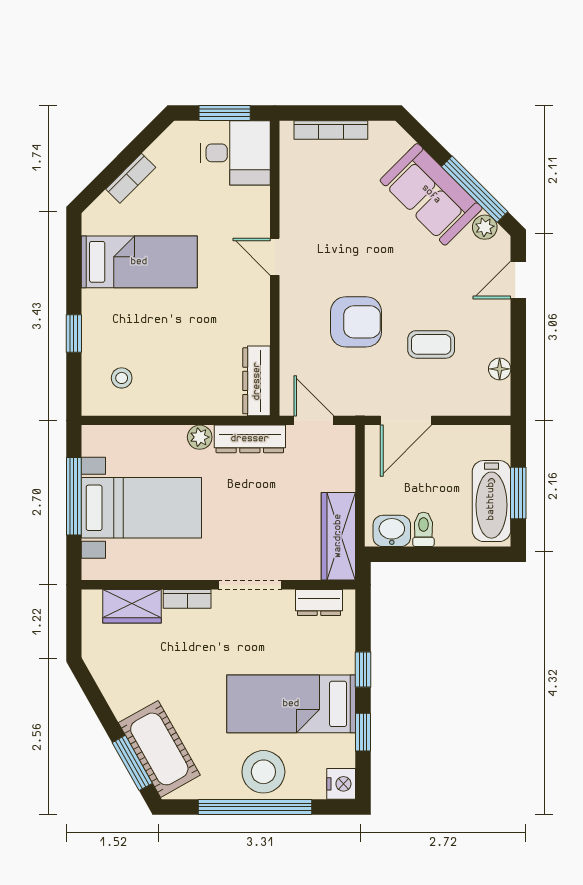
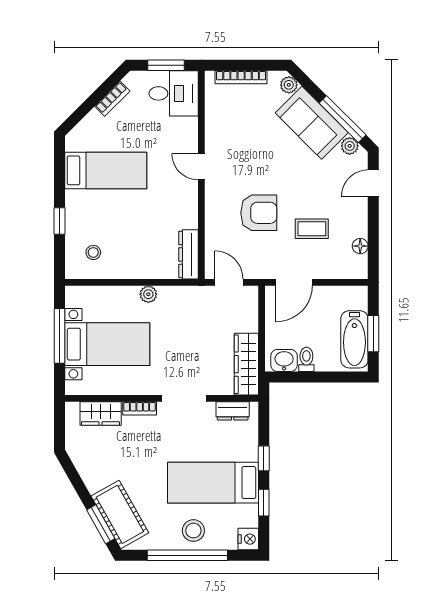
plant: (399, 141) -> (289, 85), added
bookcase: (131, 178) -> (112, 99), moved
dresser: (250, 439) -> (184, 295), removed
stool: (263, 772) -> (193, 531), width x0.73, depth x0.73

